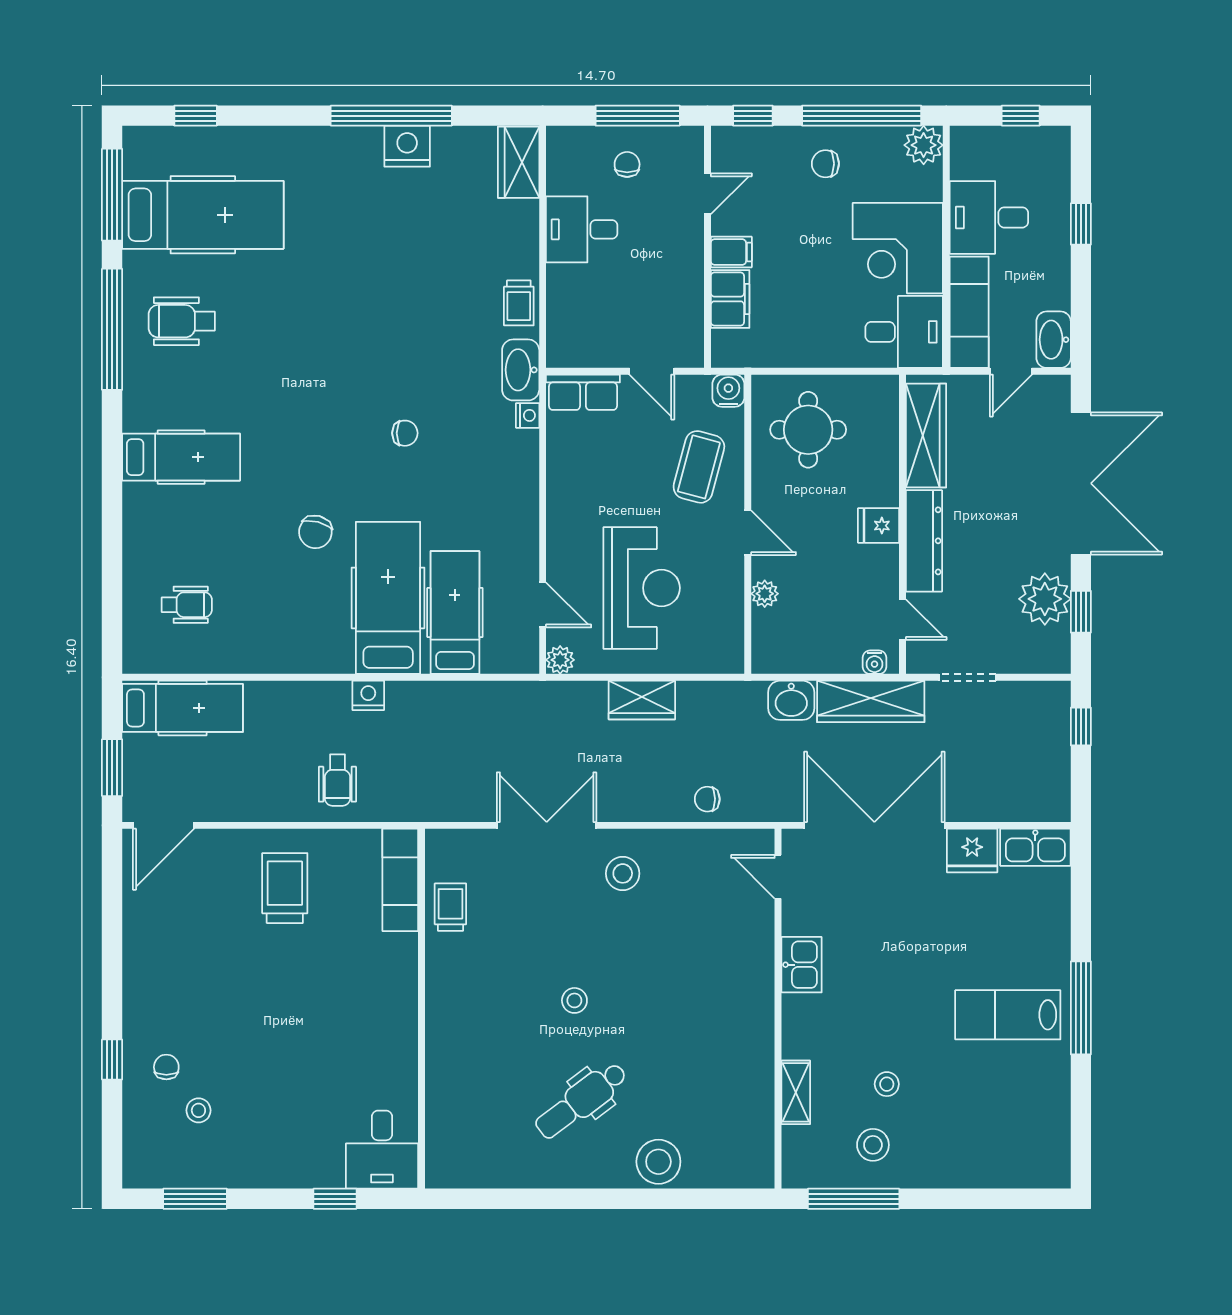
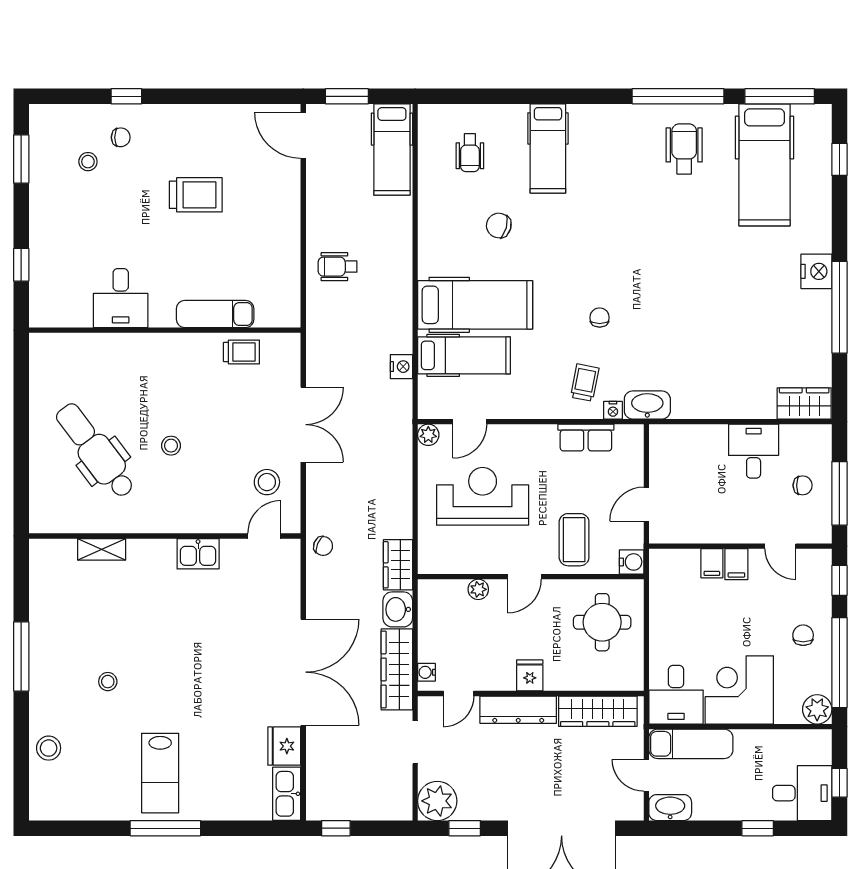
nightstand: (407, 146) -> (816, 271), moved
desk: (989, 217) -> (802, 793), moved, turned 90
filing cabinet: (730, 299) -> (712, 563), width x0.50
trolley: (519, 303) -> (585, 383), moved, turned 101
row of seats: (583, 392) -> (586, 438), moved, turned -90
chair: (405, 433) -> (600, 318), turned 180
hospital bed: (181, 457) -> (548, 148), moved
coffee table: (699, 467) -> (574, 540), turned 75
chair: (315, 532) -> (499, 225), moved
reception desk: (642, 588) -> (483, 496), turned 180
plant: (1045, 599) -> (437, 801), moved
nightstand: (368, 695) -> (401, 367), moved
wardrobe: (642, 700) -> (398, 565), moved
window: (1081, 726) -> (336, 828), moved
chair: (707, 799) -> (323, 546), turned 112
door: (778, 877) -> (264, 536), moved
exam couch: (400, 880) -> (215, 314), moved
trolley: (285, 888) -> (196, 195), moved
kitchen sink: (802, 965) -> (198, 554), moved
wall: (778, 1009) -> (165, 536), moved
lab bench: (1008, 1015) -> (160, 773), turned 180
shelving: (796, 1092) -> (102, 549), moved
dental chair: (581, 1101) -> (95, 451), width x1.36, depth x1.38
stool: (873, 1145) -> (49, 748), moved
desk: (382, 1150) -> (121, 298), moved, turned -90
stool: (658, 1162) -> (49, 509), removed

